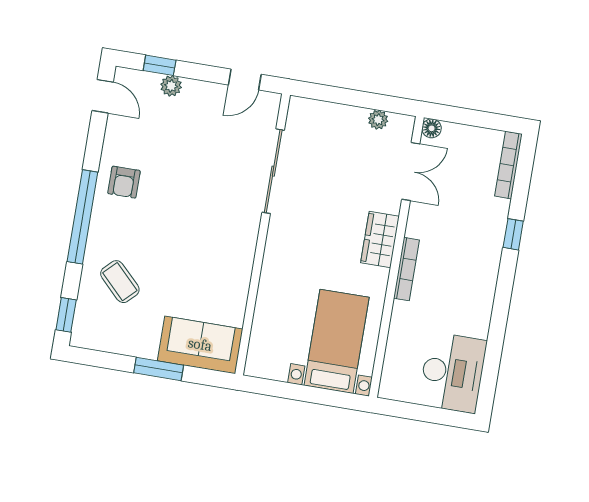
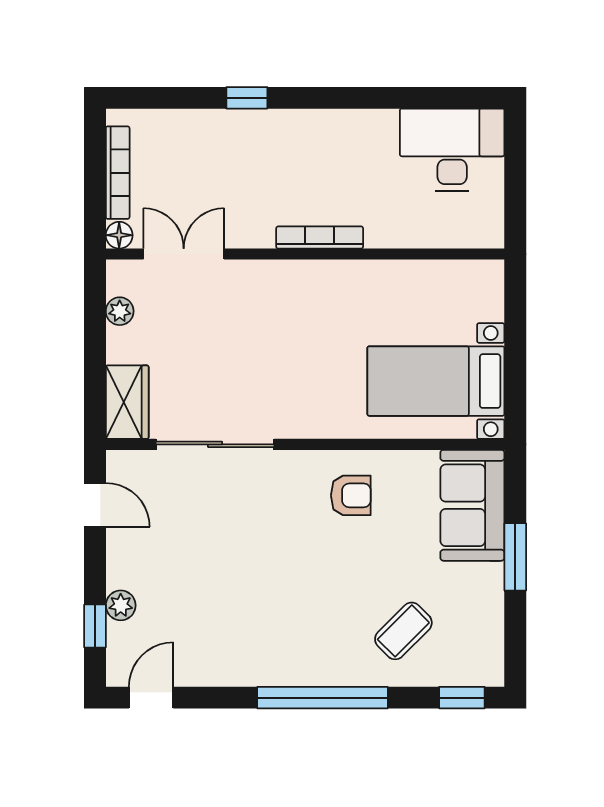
bookcase: (508, 165) -> (118, 173), moved, turned -90
armchair: (124, 182) -> (351, 495), moved
wardrobe: (380, 240) -> (127, 402), moved, turned -90
bed with nightstands: (337, 341) -> (436, 381), moved

